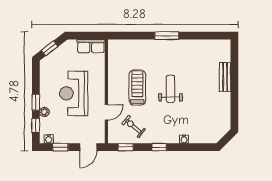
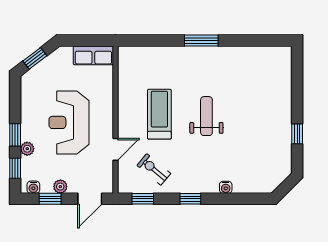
bench: (225, 77) -> (284, 99), removed
window: (234, 101) -> (297, 134), added
plant: (68, 139) -> (60, 187), added

